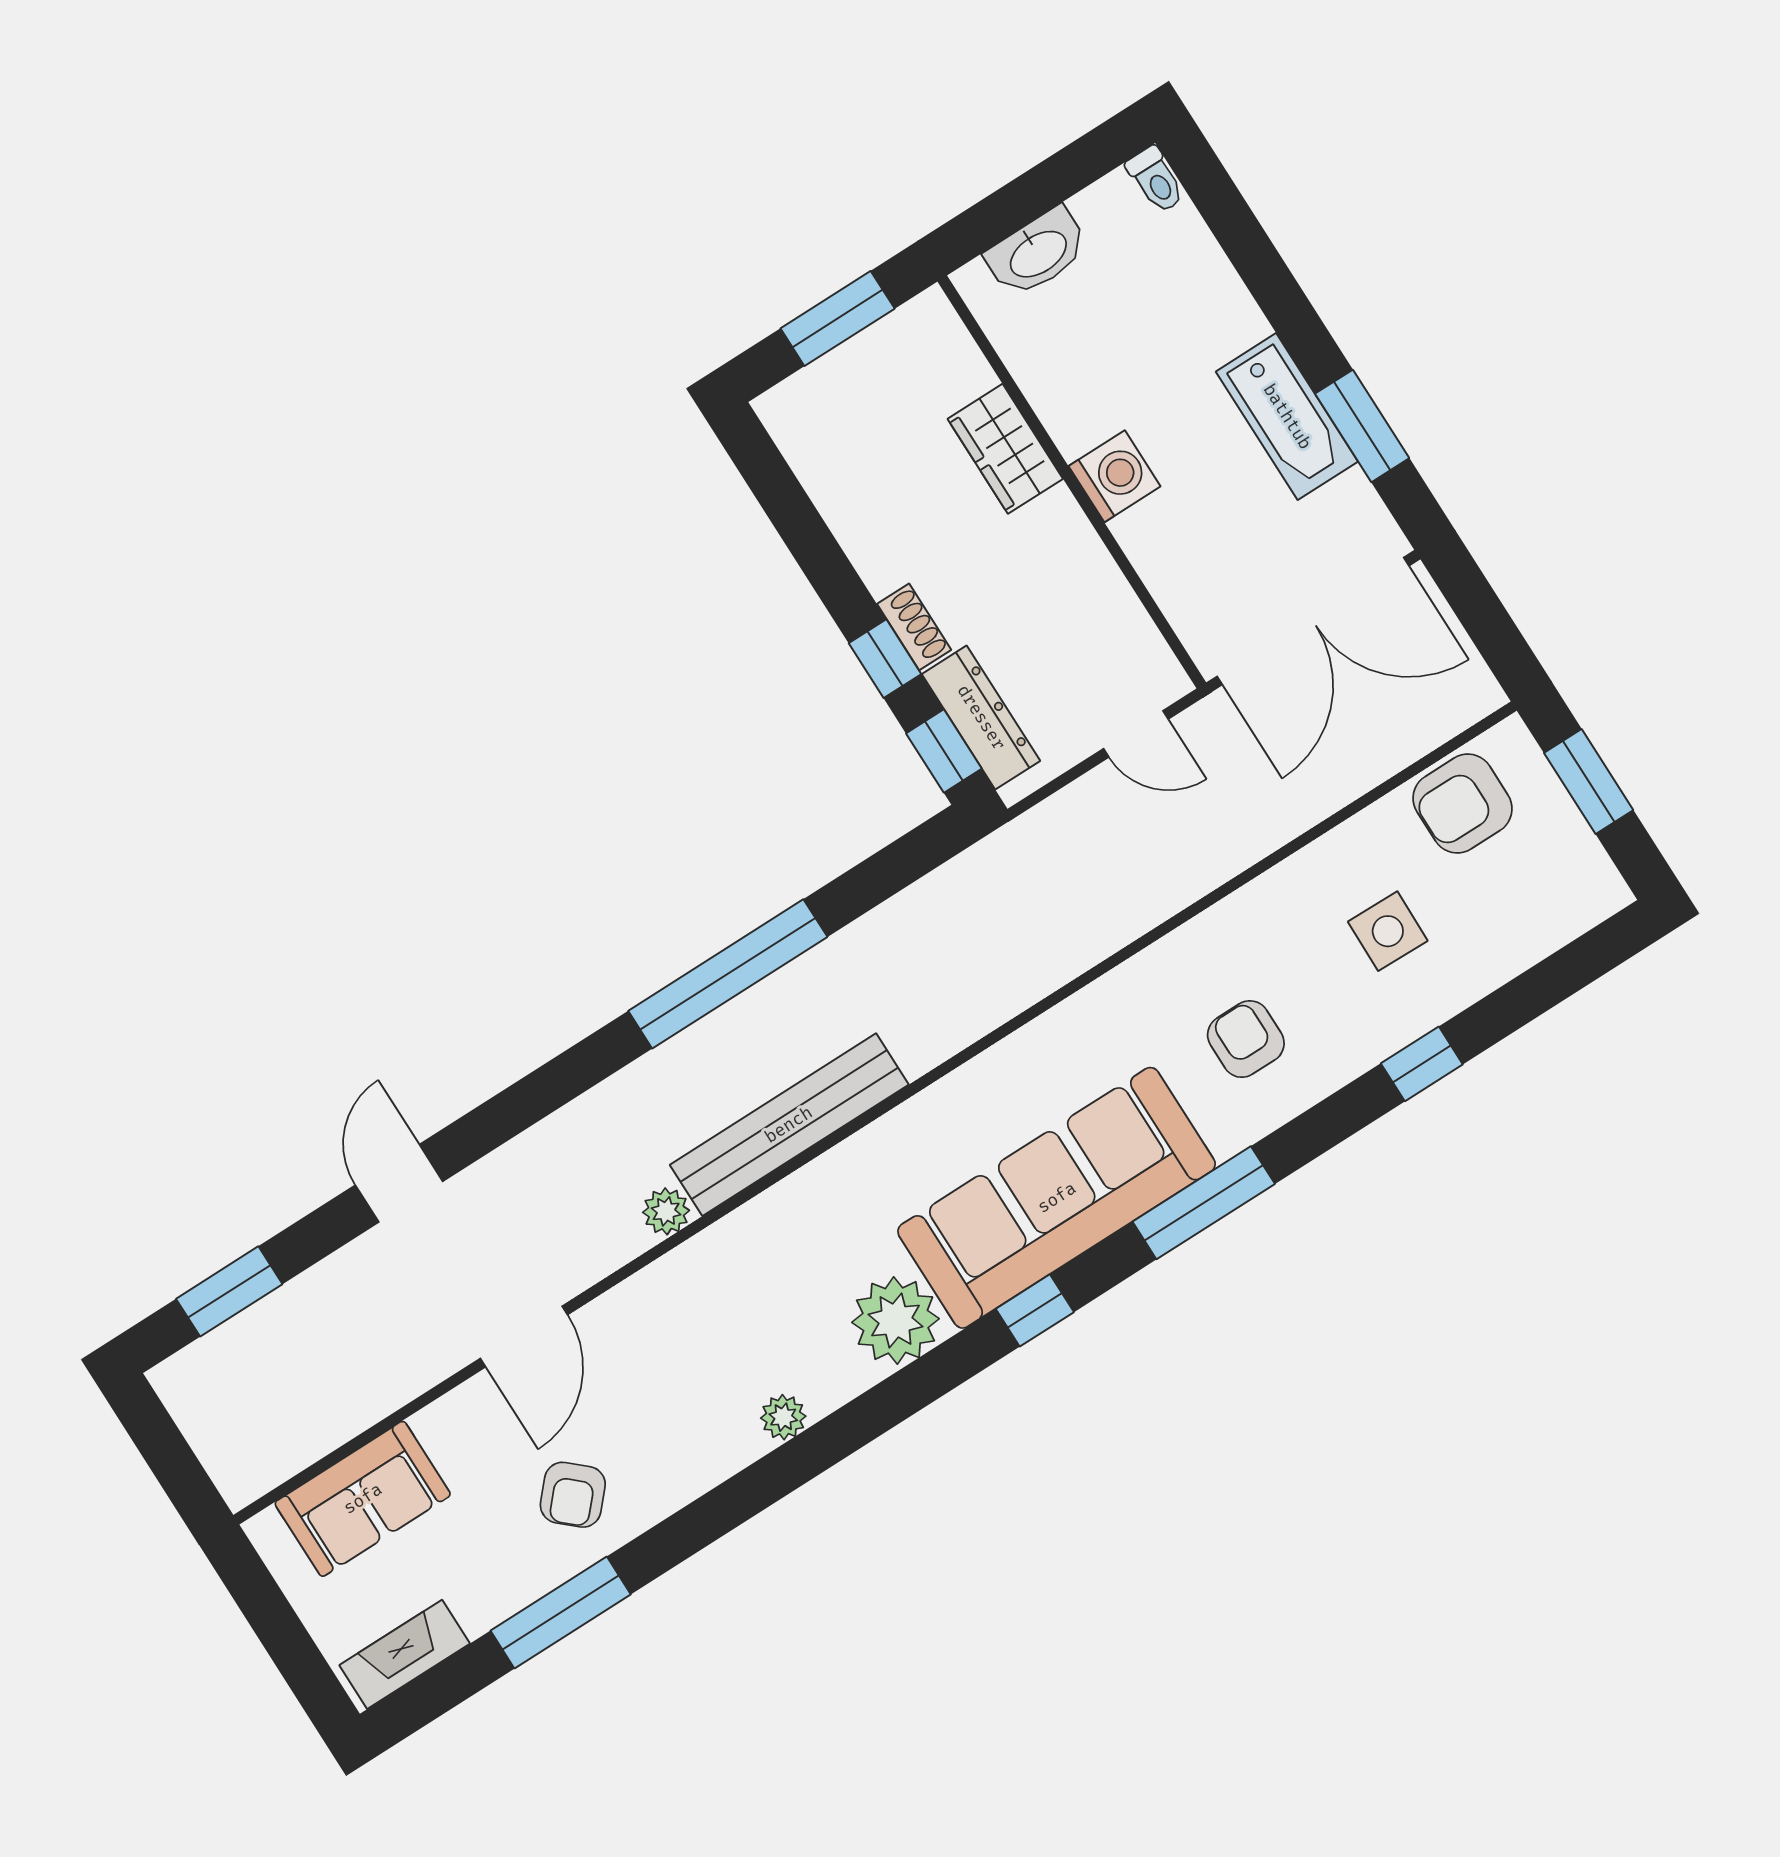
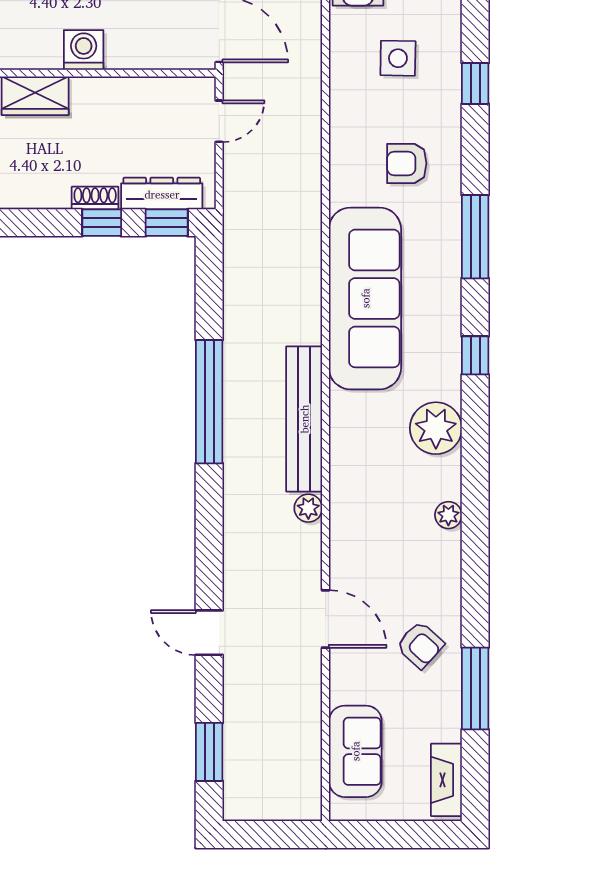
sofa: (1057, 1198) -> (365, 298), moved, turned 180

